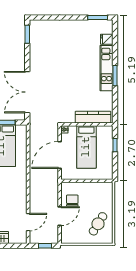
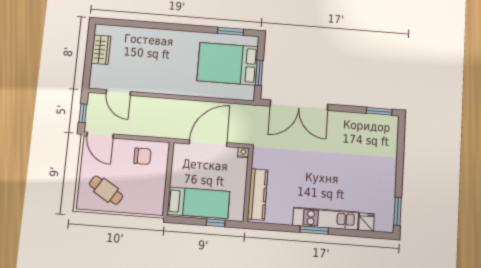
double door: (27, 92) -> (299, 105), swing flipped
bed: (86, 147) -> (198, 203), moved, turned 180
door: (60, 155) -> (208, 143), hinge flipped
door: (60, 216) -> (100, 135), moved

